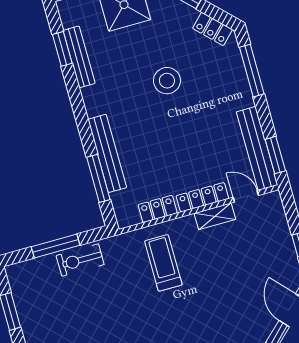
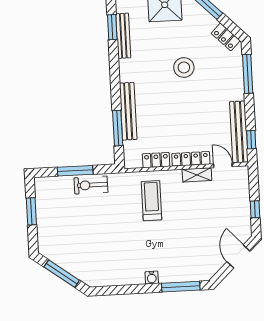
window: (275, 155) -> (251, 140), width x0.67

